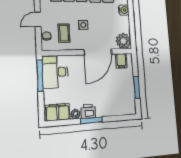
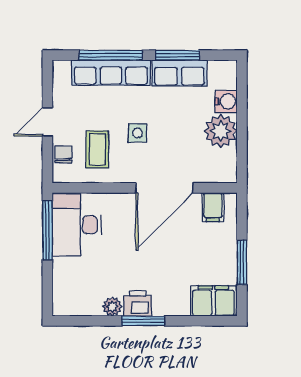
plant: (123, 41) -> (221, 131), moved
filing cabinet: (58, 112) -> (213, 301), moved

